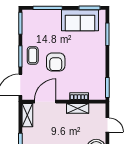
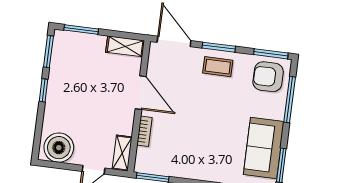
armchair: (56, 62) -> (268, 77), moved
door: (45, 102) -> (141, 93), moved
shelving: (78, 108) -> (122, 153), moved

